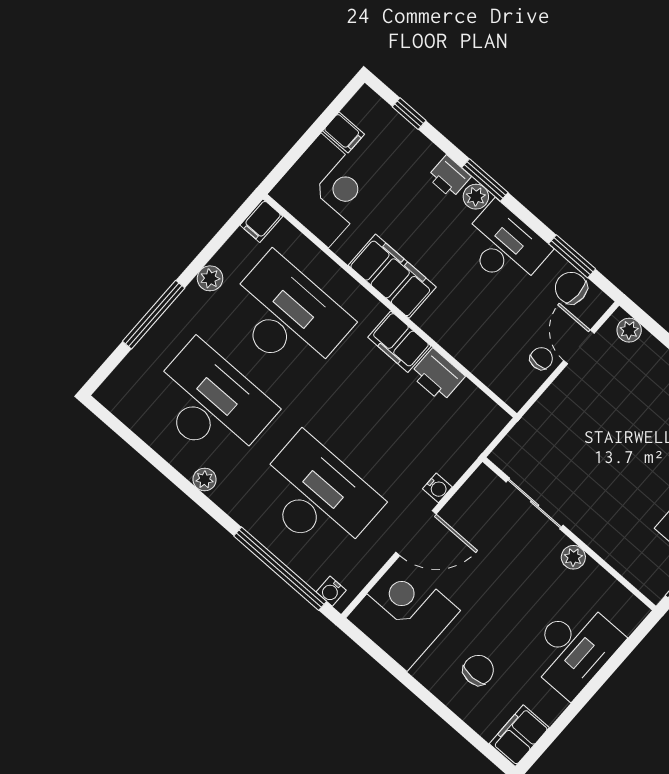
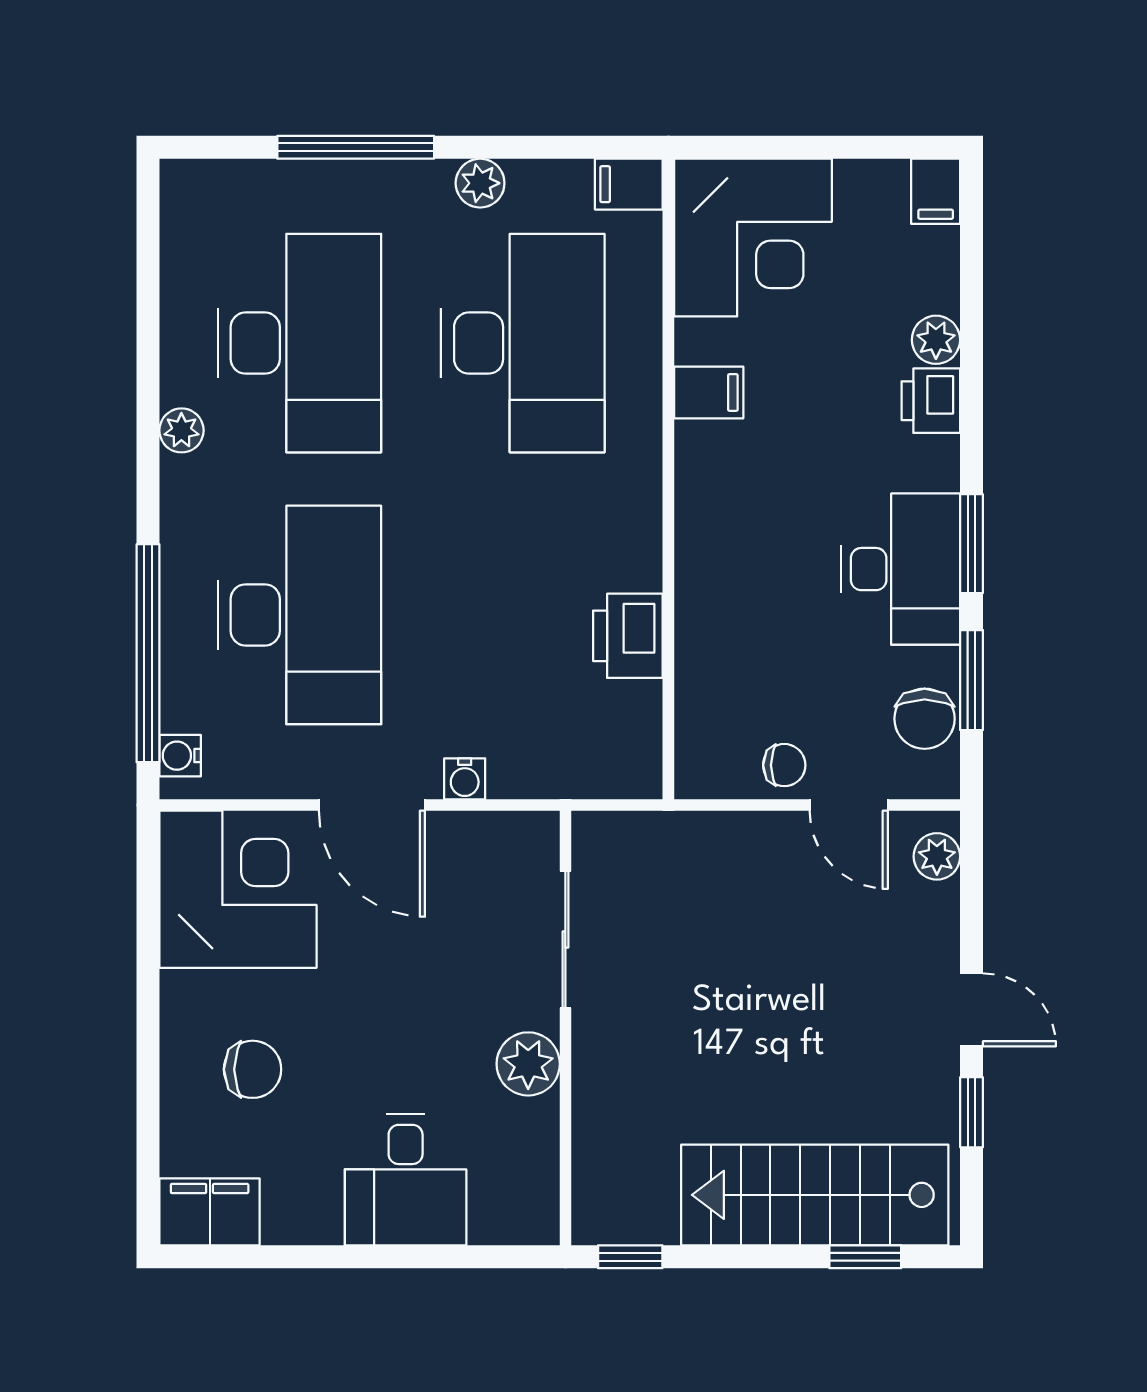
window: (409, 114) -> (972, 263), removed
filing cabinet: (343, 133) -> (936, 191), moved
window: (485, 180) -> (972, 544), moved
plant: (476, 197) -> (936, 340), moved
filing cabinet: (392, 276) -> (709, 392), width x0.33, depth x0.86
chair: (571, 288) -> (925, 719), turned 180
filing cabinet: (399, 342) -> (629, 538), removed
door: (579, 347) -> (849, 805), swing flipped
plant: (573, 557) -> (528, 1064), width x1.38, depth x1.38
desk: (574, 648) -> (406, 1180), width x0.73

